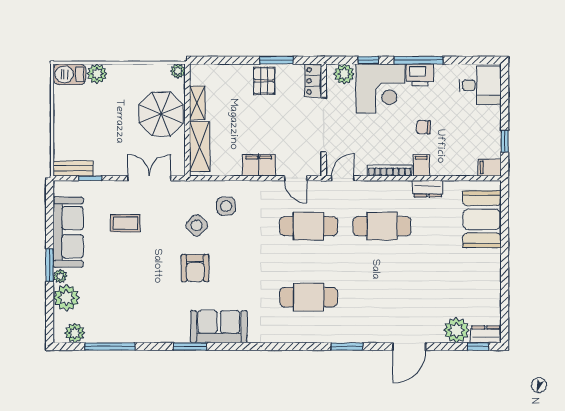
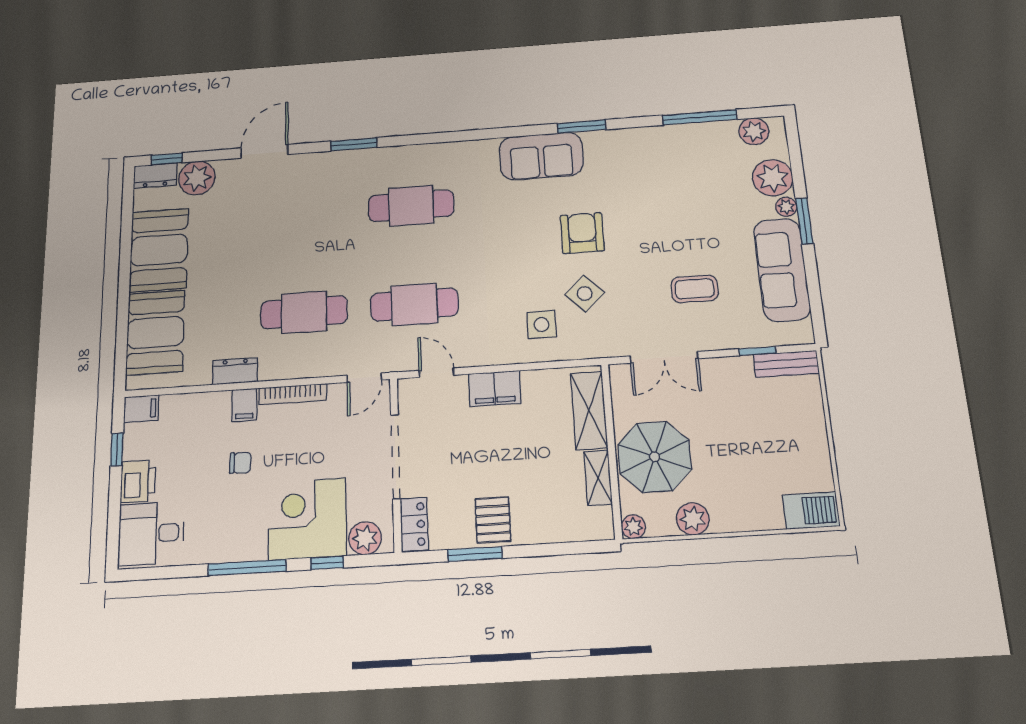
plant: (97, 74) -> (693, 519), moved
printer: (420, 75) -> (138, 481), moved, turned 90
booth: (481, 278) -> (159, 250), added

